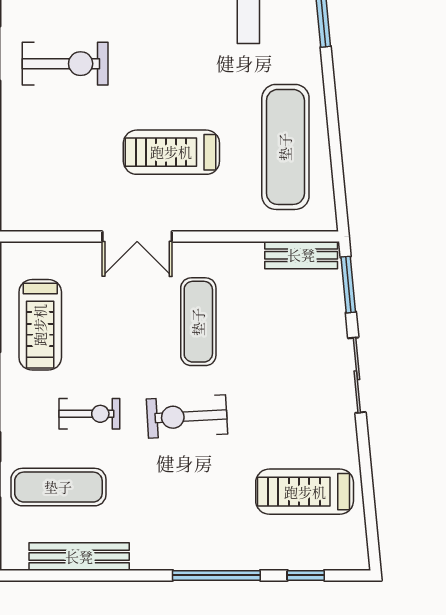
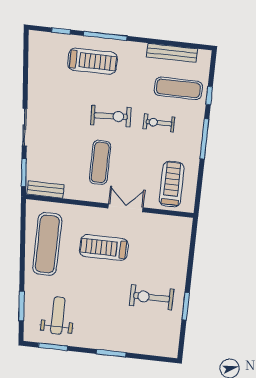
treadmill: (171, 152) -> (104, 248), turned 180
treadmill: (40, 325) -> (172, 184), moved
treadmill: (305, 492) -> (92, 61), moved

